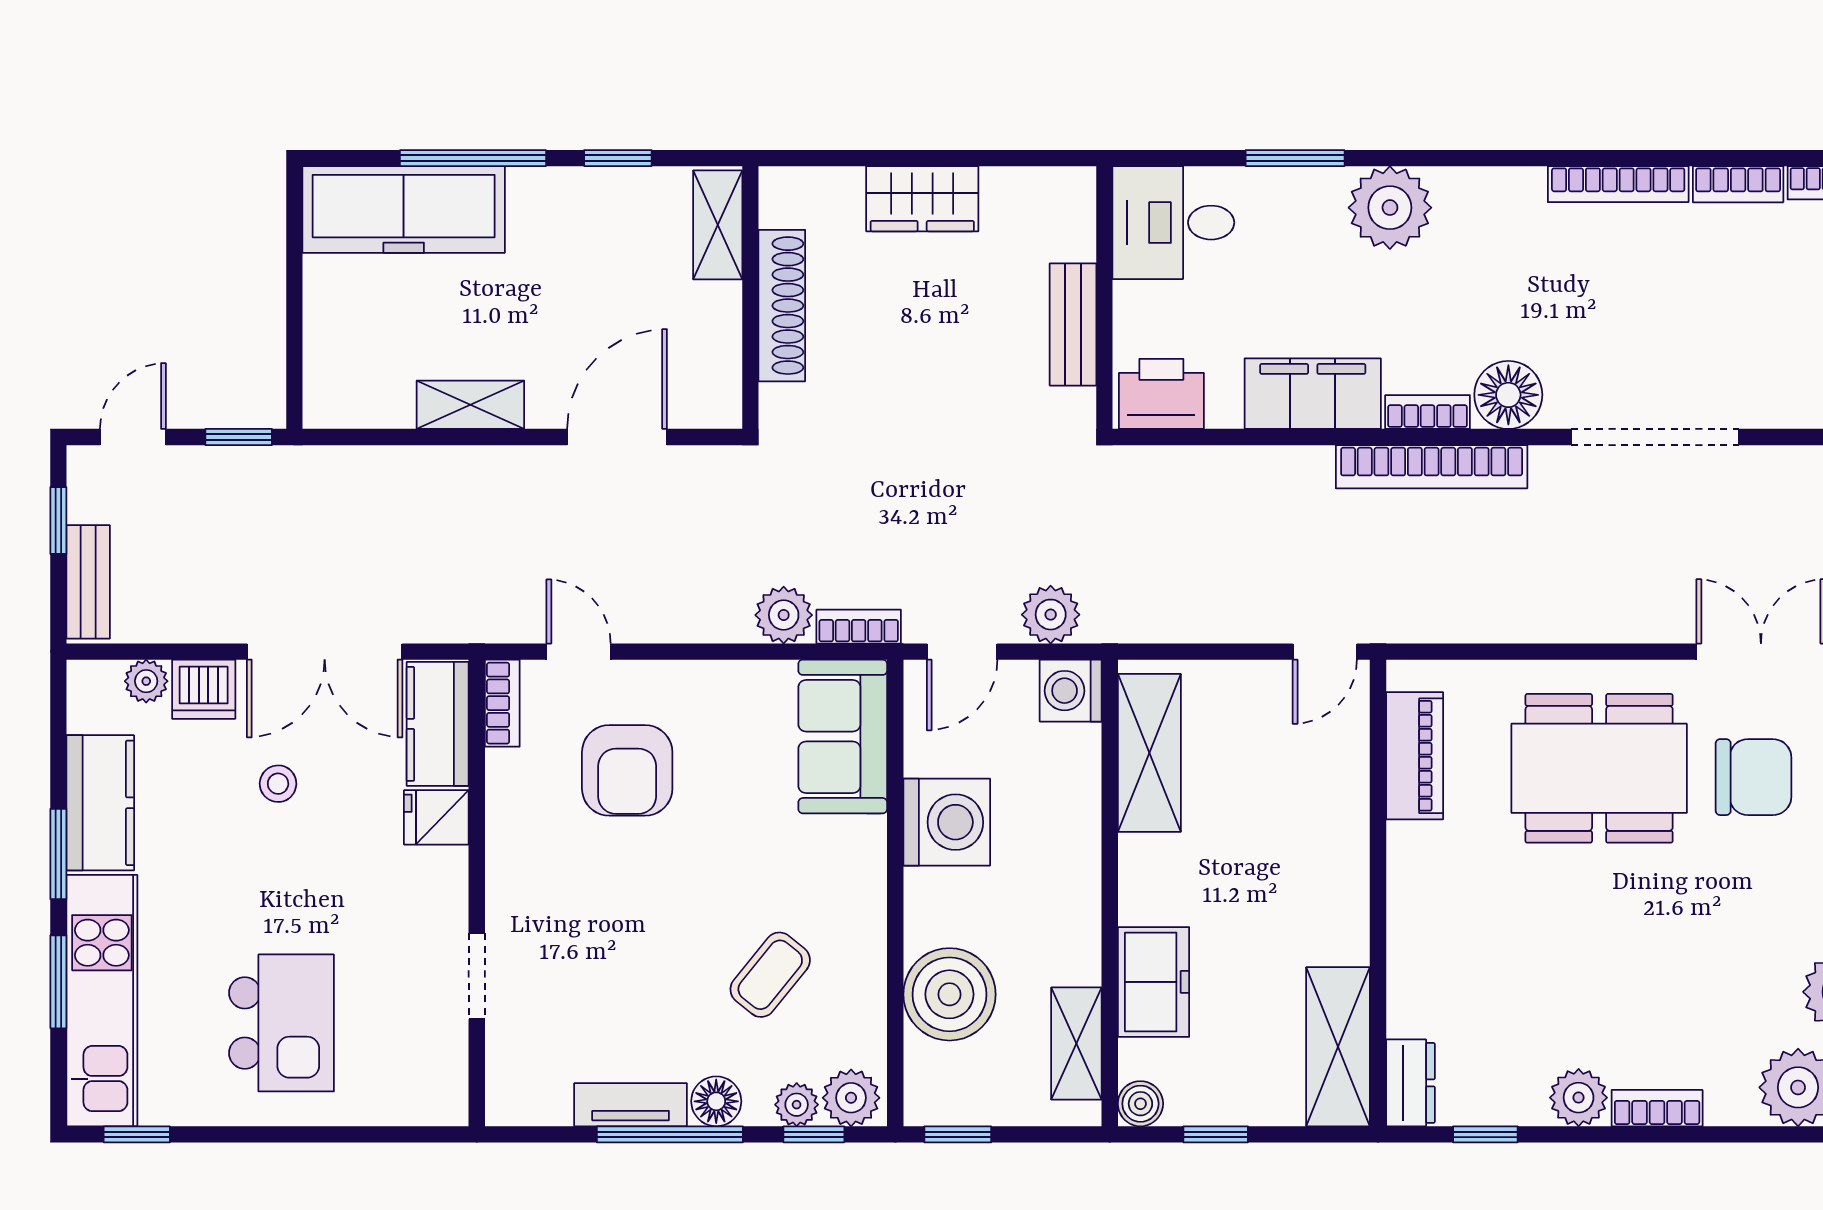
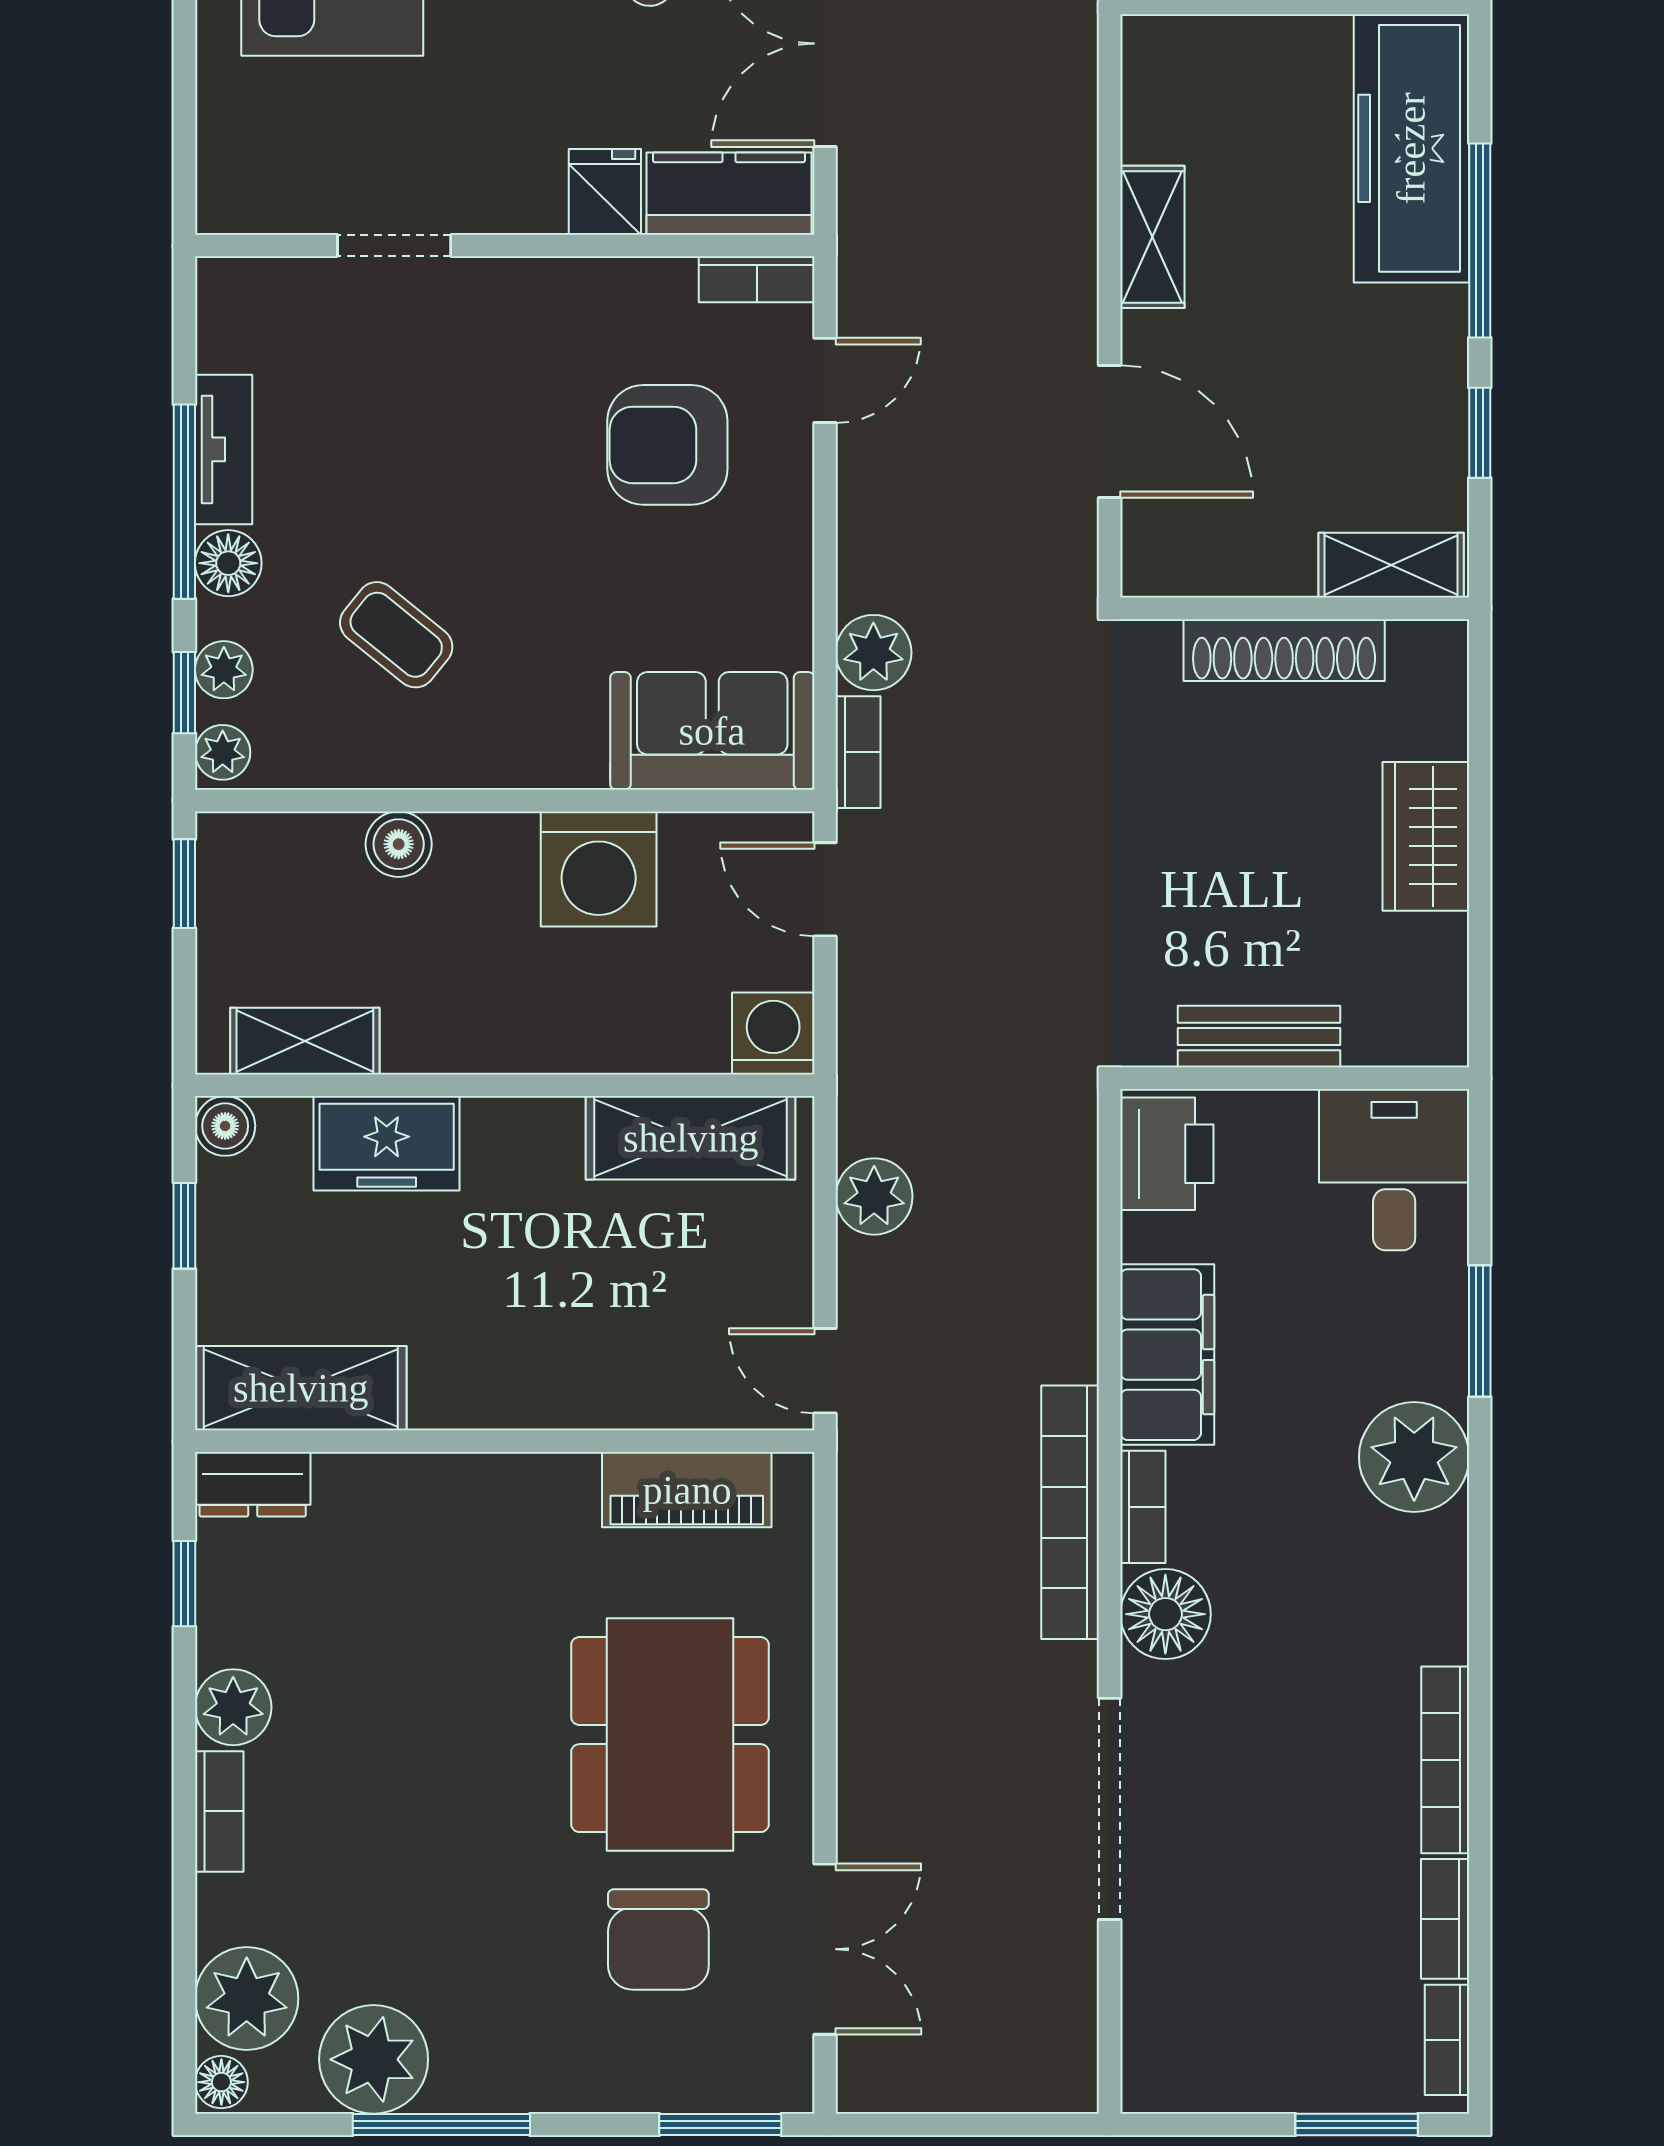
plant: (1051, 615) -> (874, 1196), moved
boiler: (949, 994) -> (399, 844), width x0.54, depth x0.54
plant: (851, 1098) -> (223, 752), width x0.73, depth x0.73

